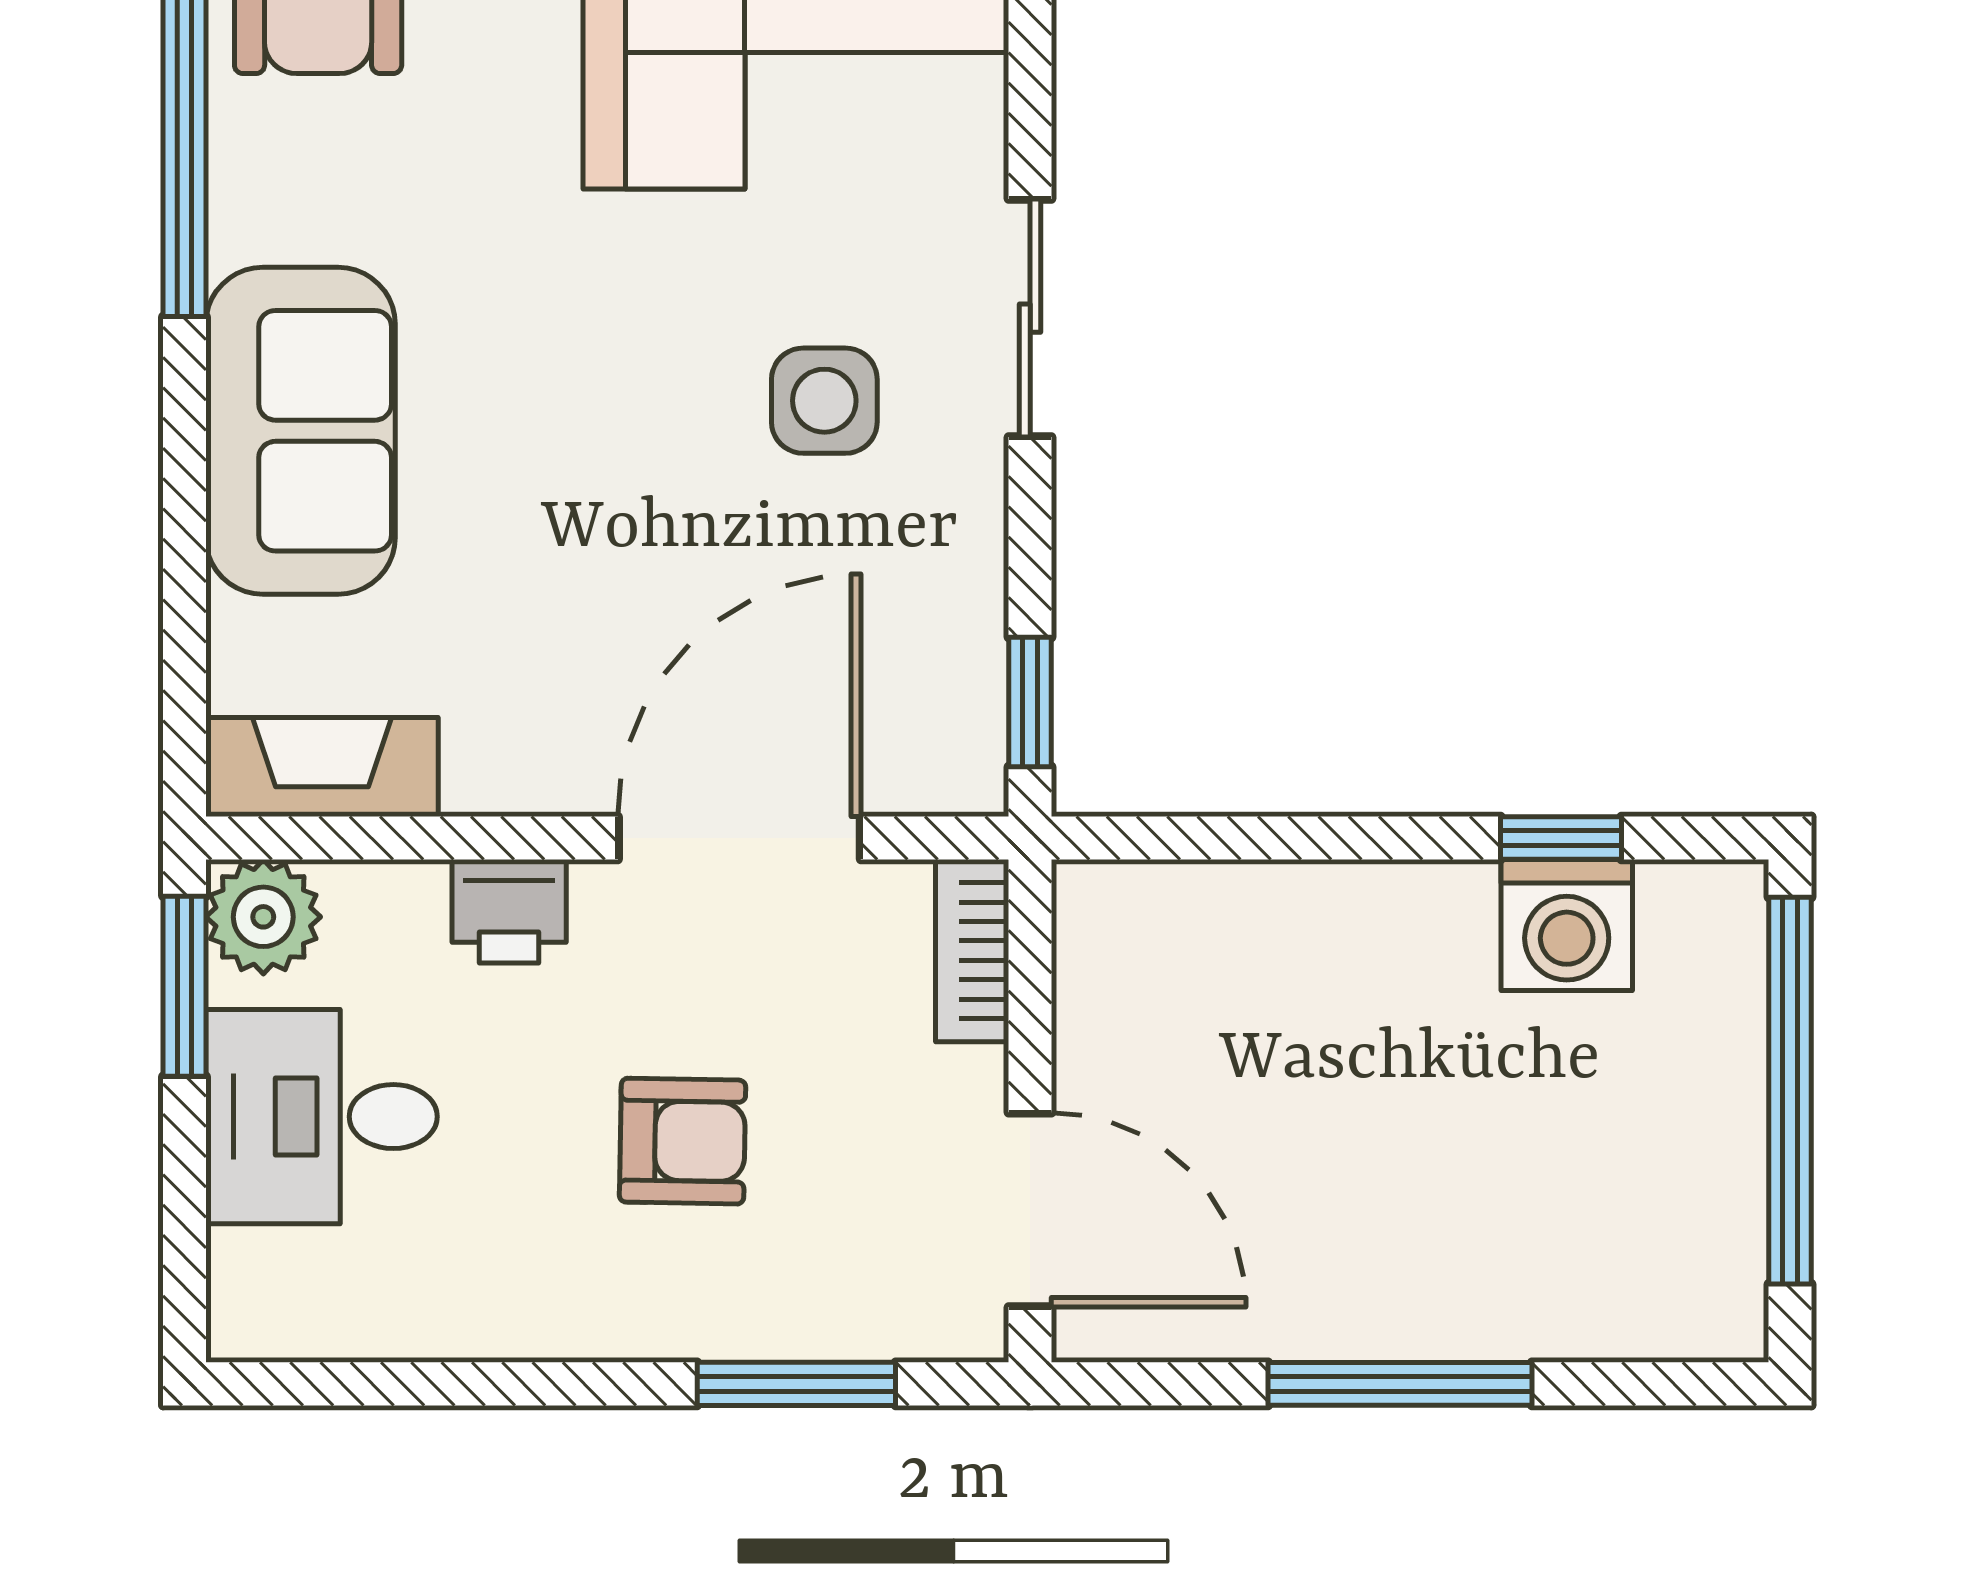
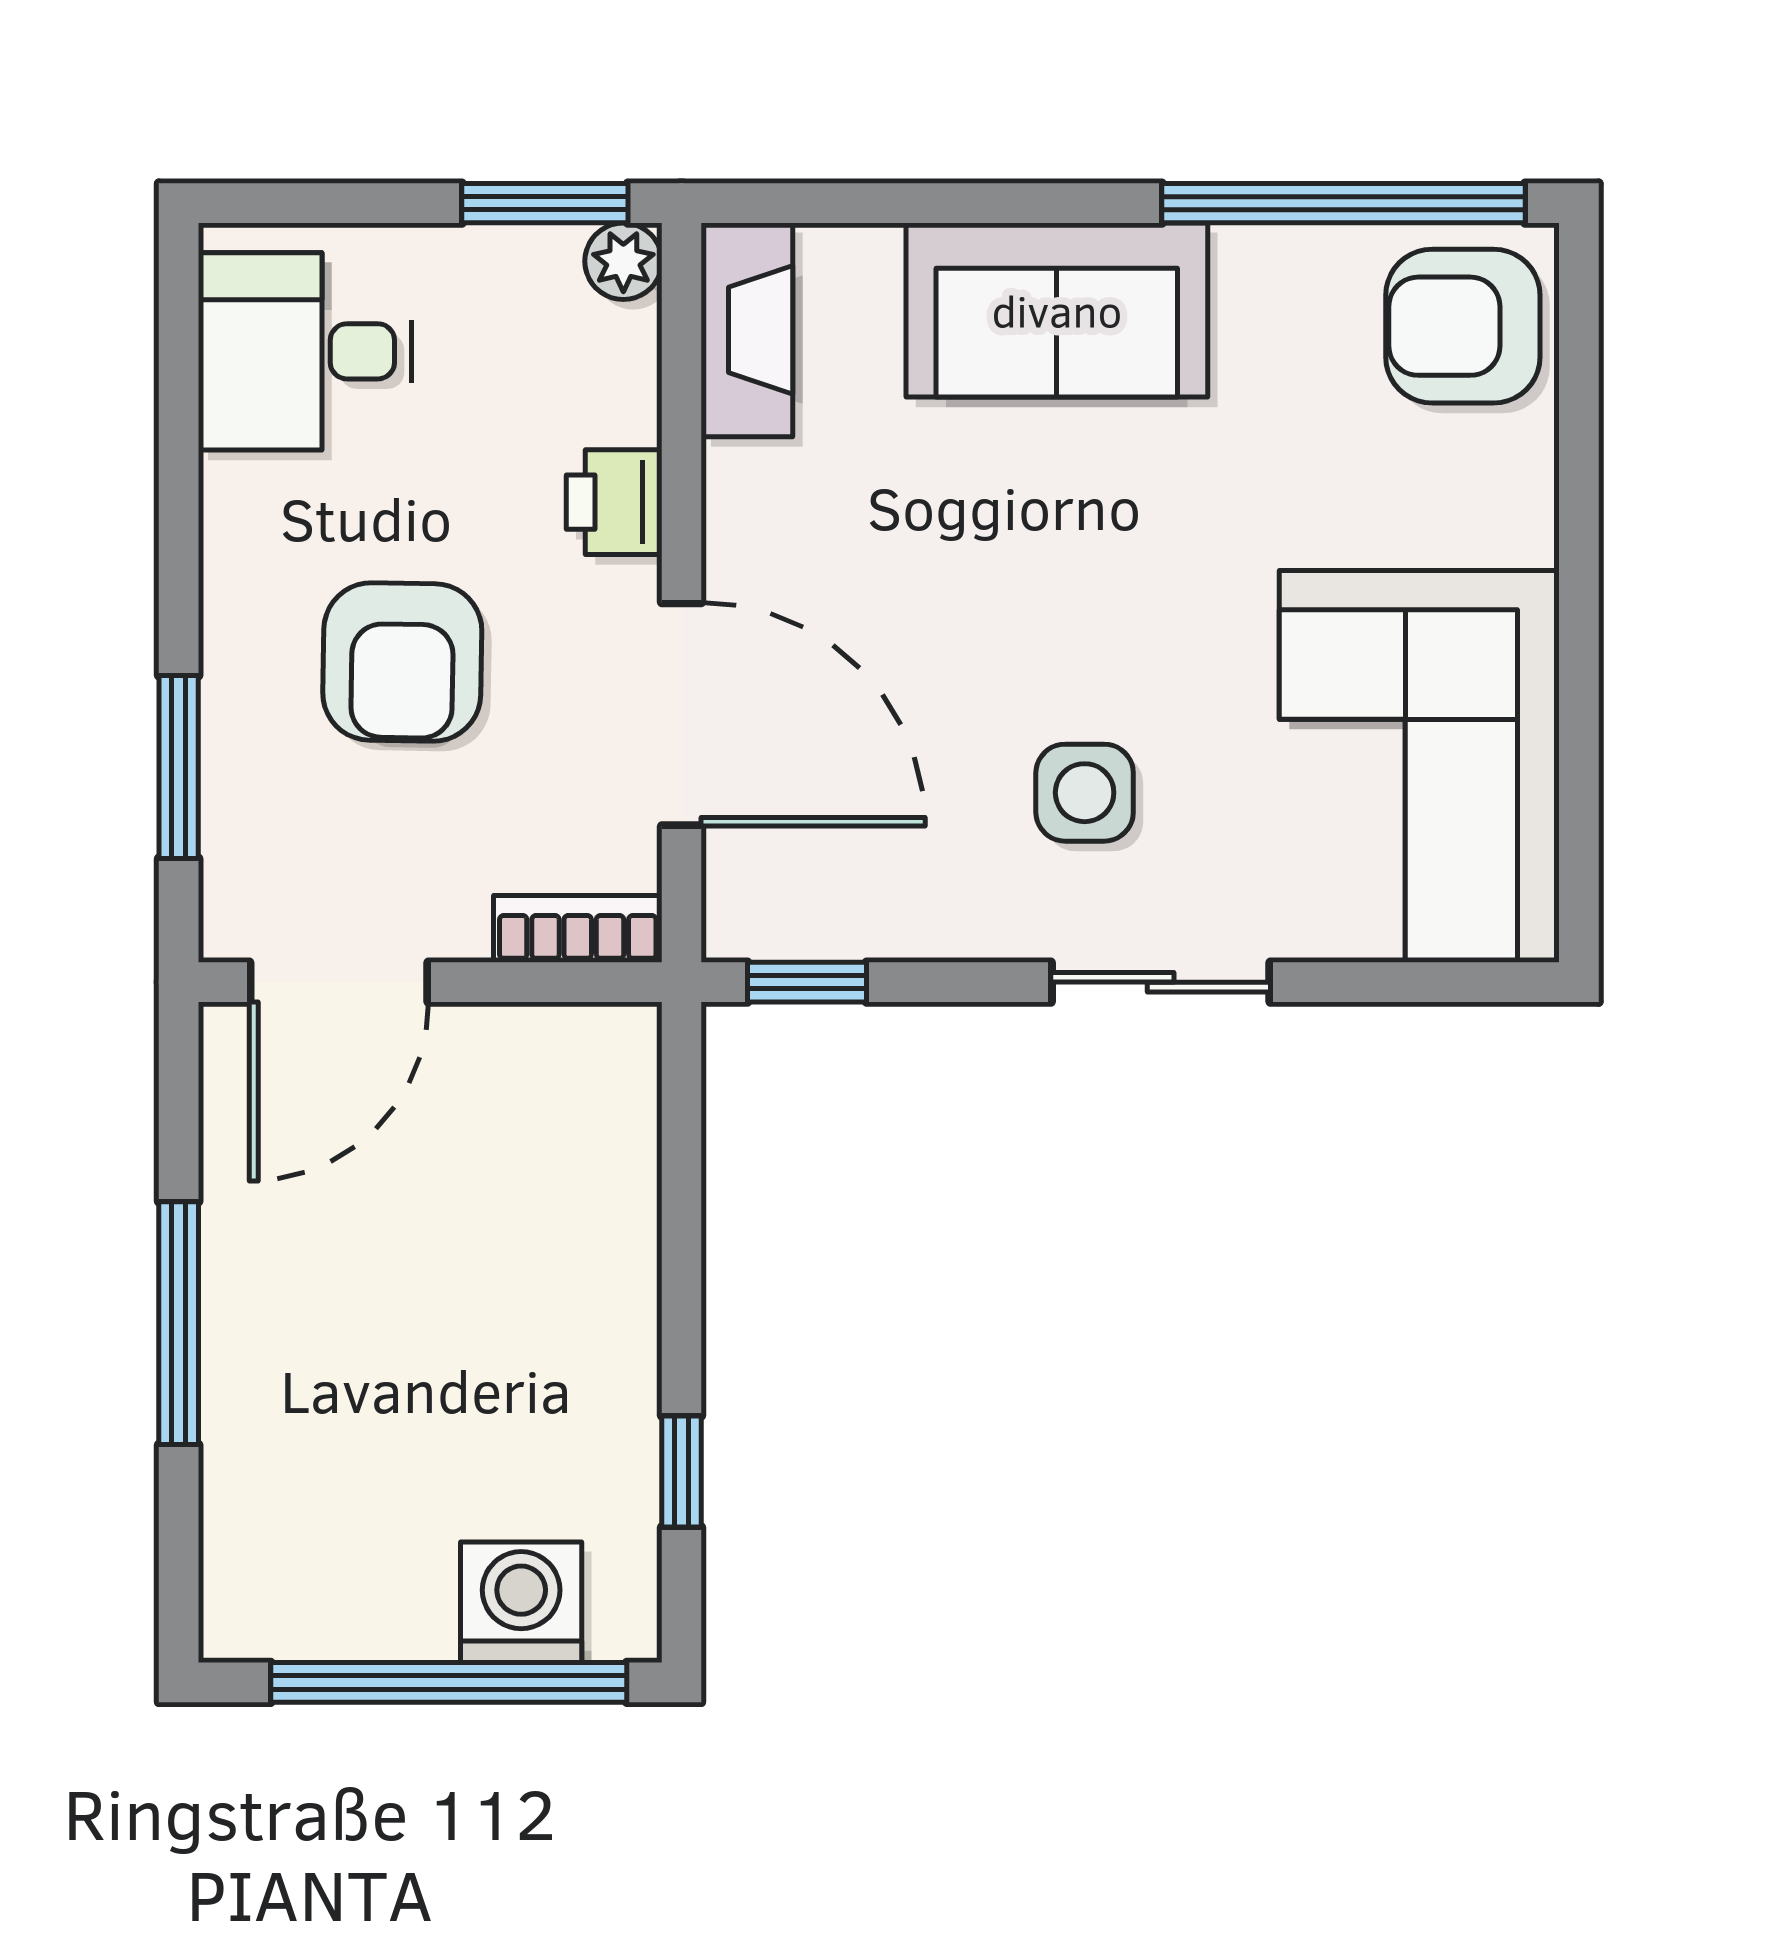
plant: (263, 917) -> (623, 261), width x0.73, depth x0.73
washing machine: (1567, 925) -> (521, 1602), moved, turned 90
desk: (322, 1117) -> (305, 351), moved, turned -90
armchair: (682, 1141) -> (402, 662), width x1.38, depth x1.38

